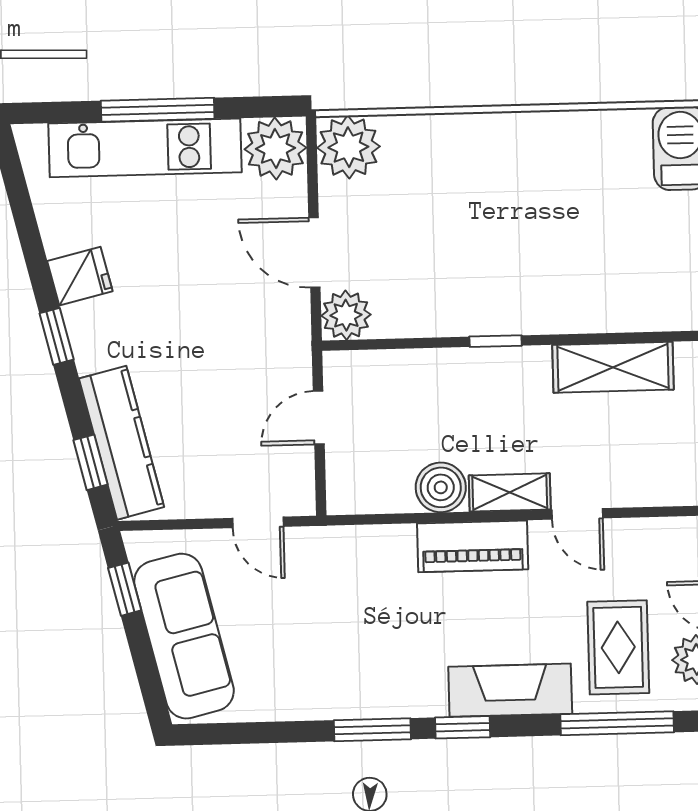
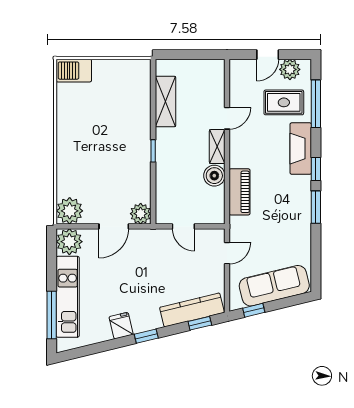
window: (158, 110) -> (52, 315), moved
piano: (473, 546) -> (240, 192), moved

